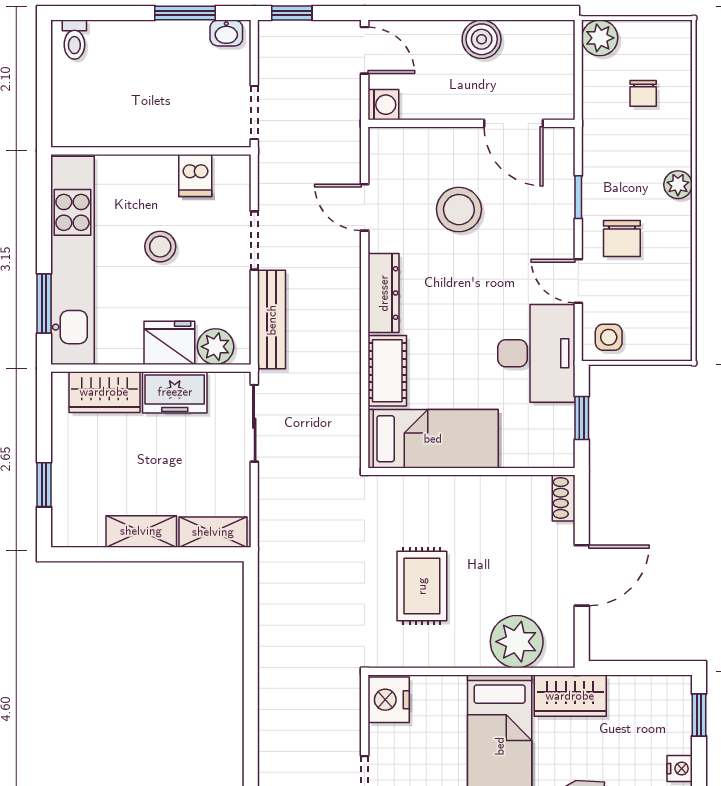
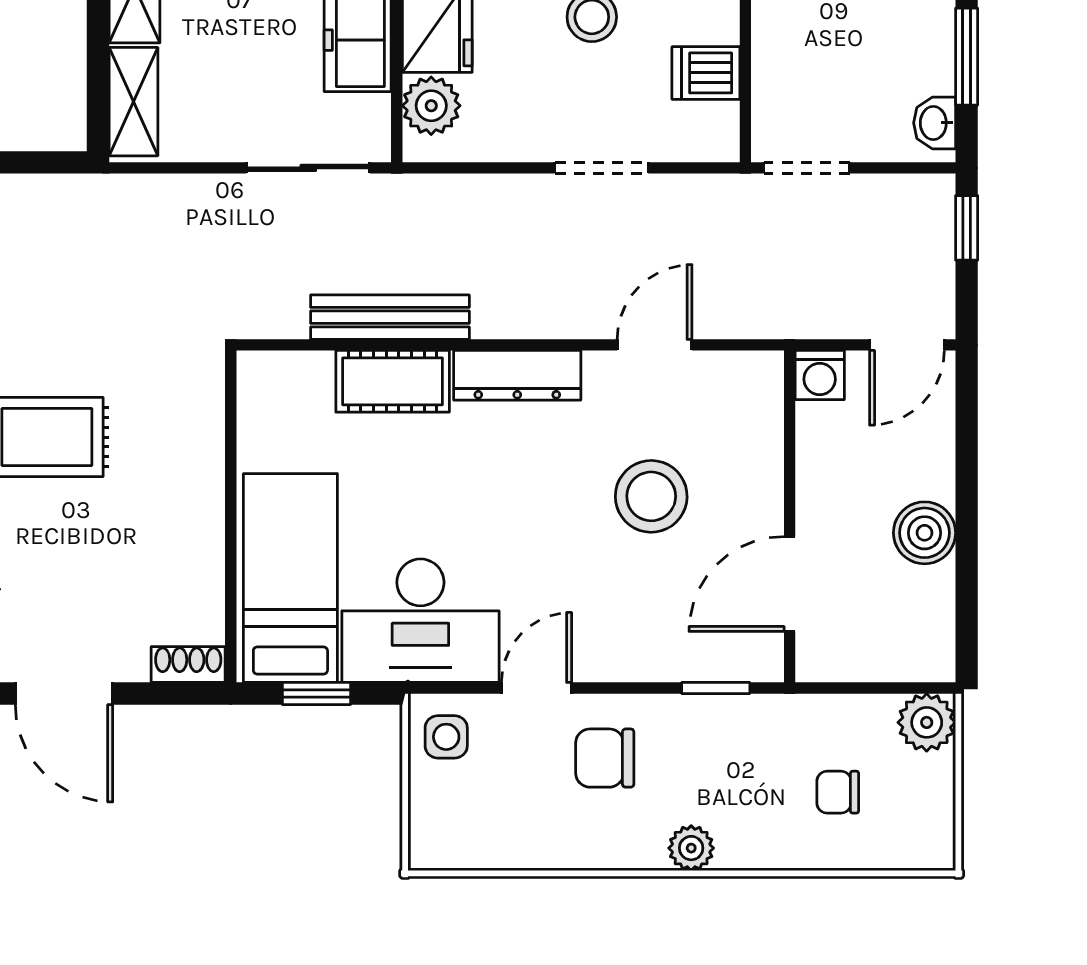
window: (578, 197) -> (716, 688), moved
bench: (272, 320) -> (390, 317), moved
bed: (433, 439) -> (290, 578), moved, turned 180

